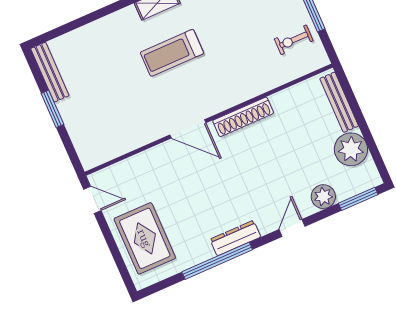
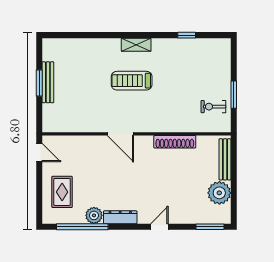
bench: (50, 72) -> (48, 82), moved
shoe rack: (243, 117) -> (175, 142), moved
plant: (323, 197) -> (94, 215), moved
rug: (145, 238) -> (62, 192), width x0.73, depth x0.70
window: (217, 261) -> (82, 227), moved

